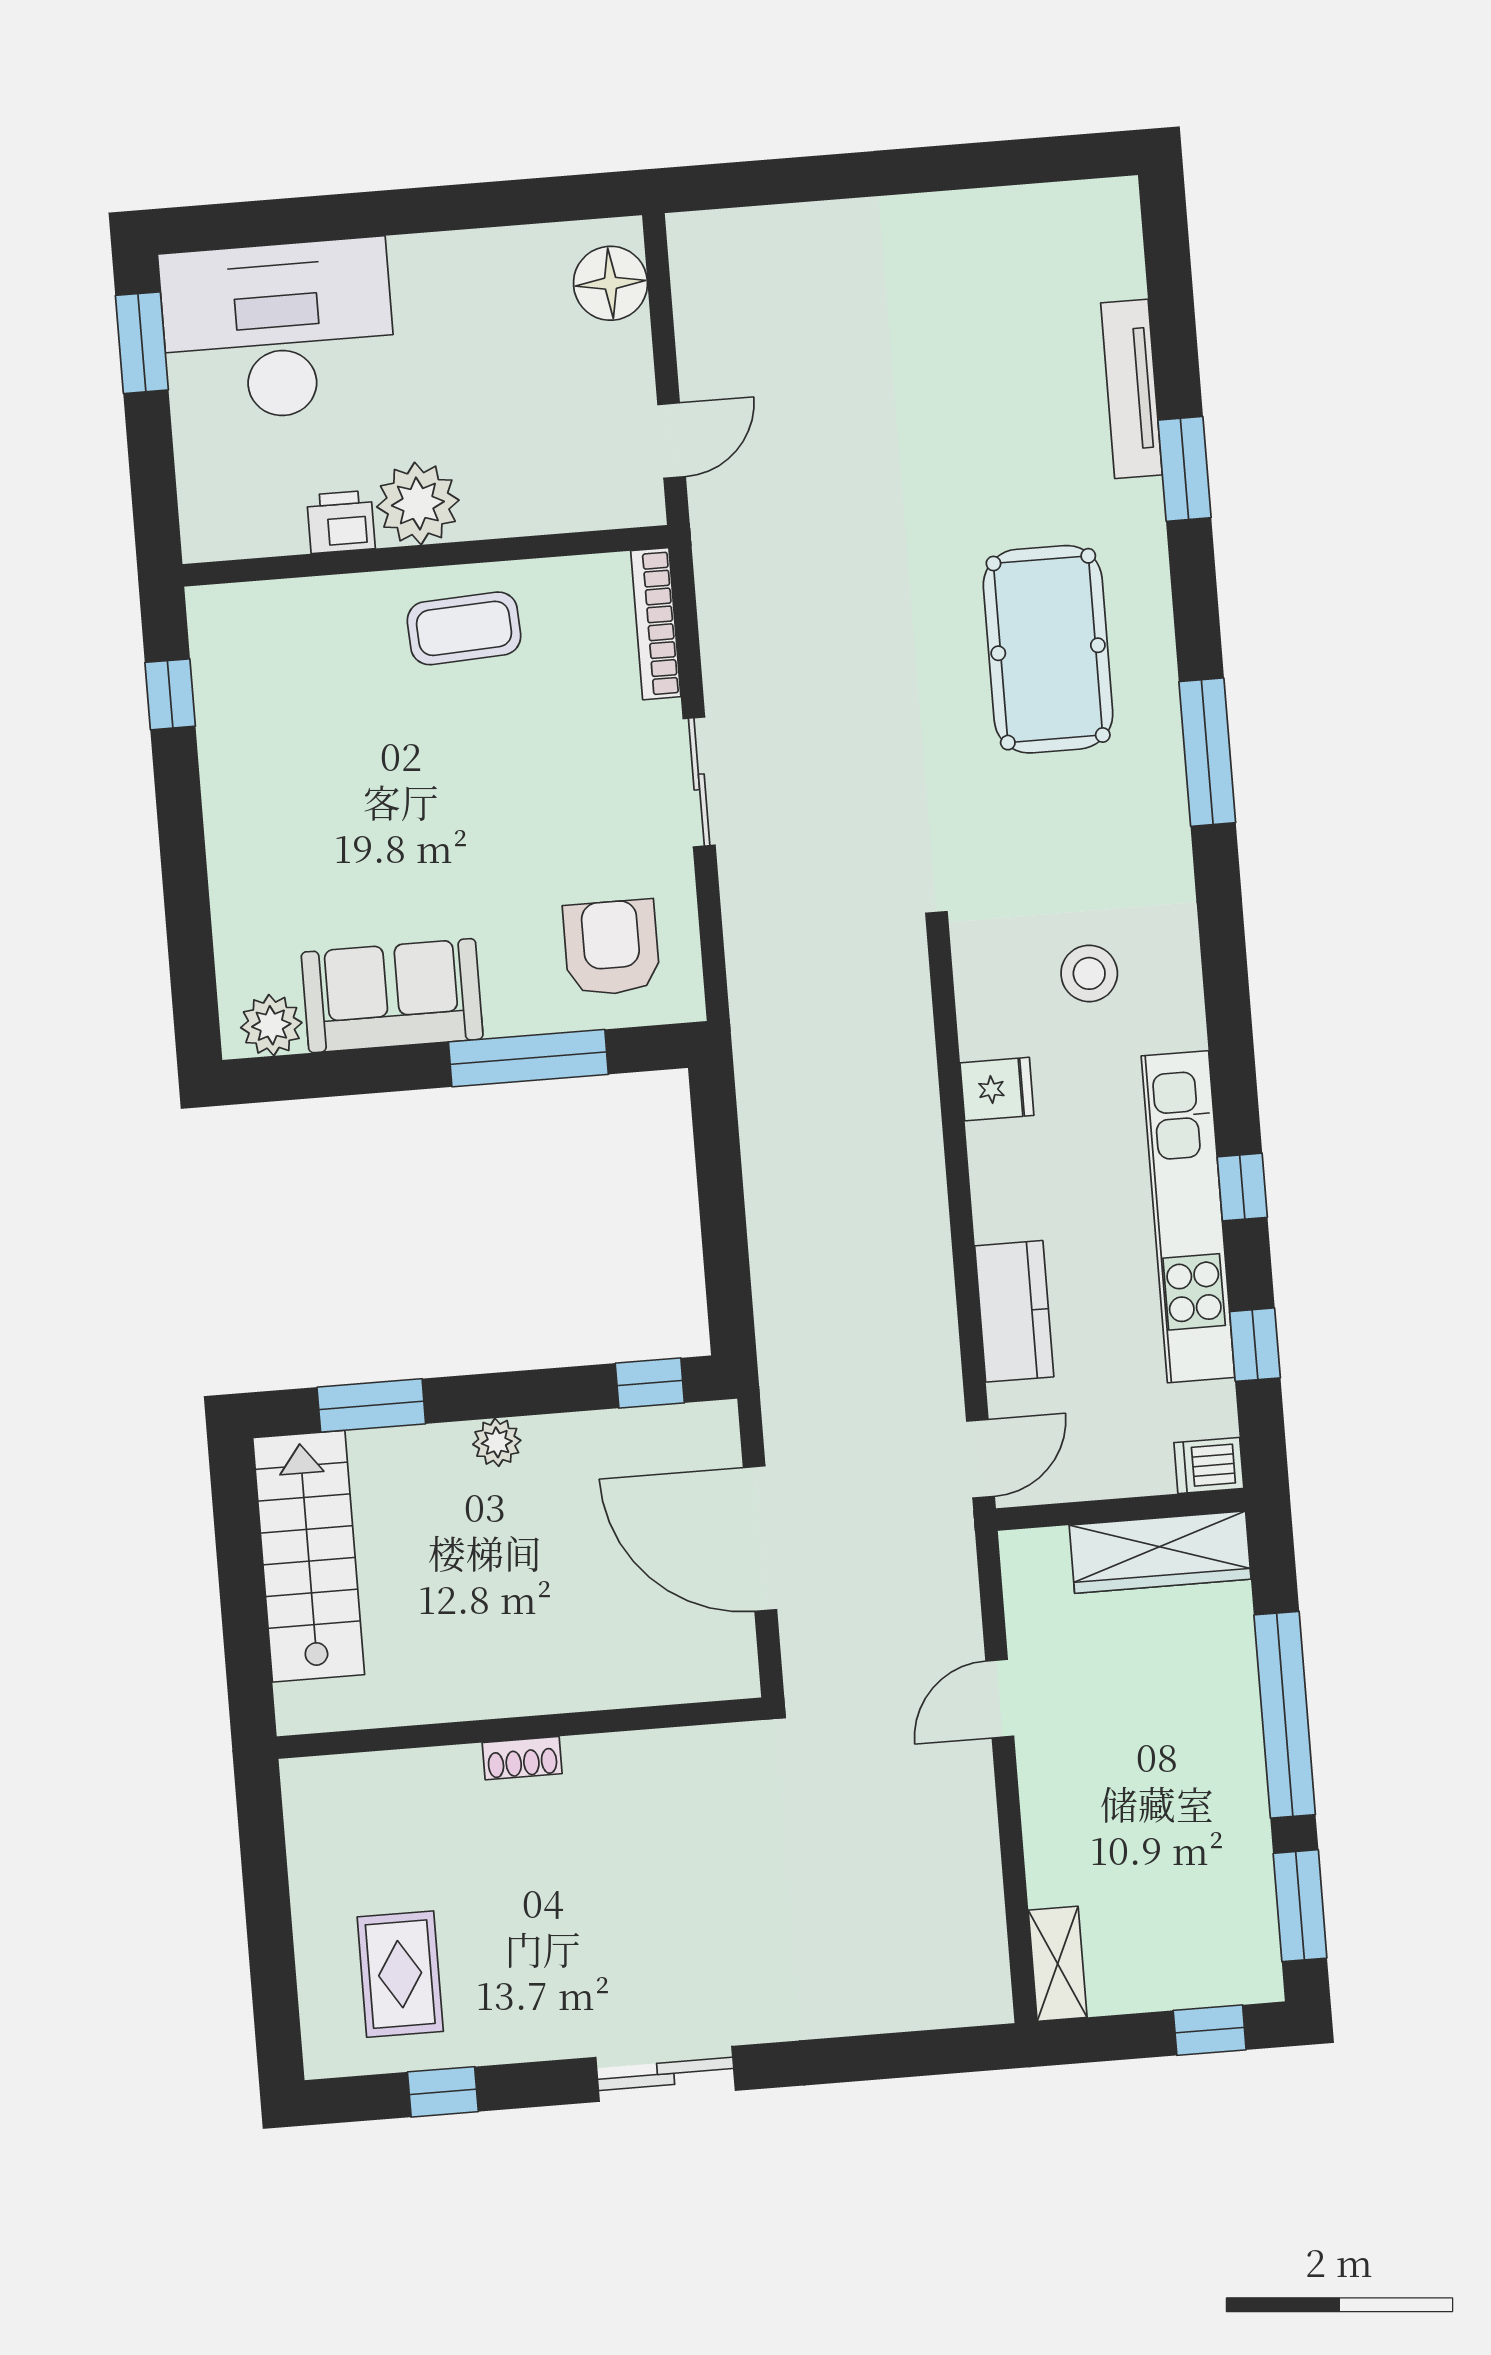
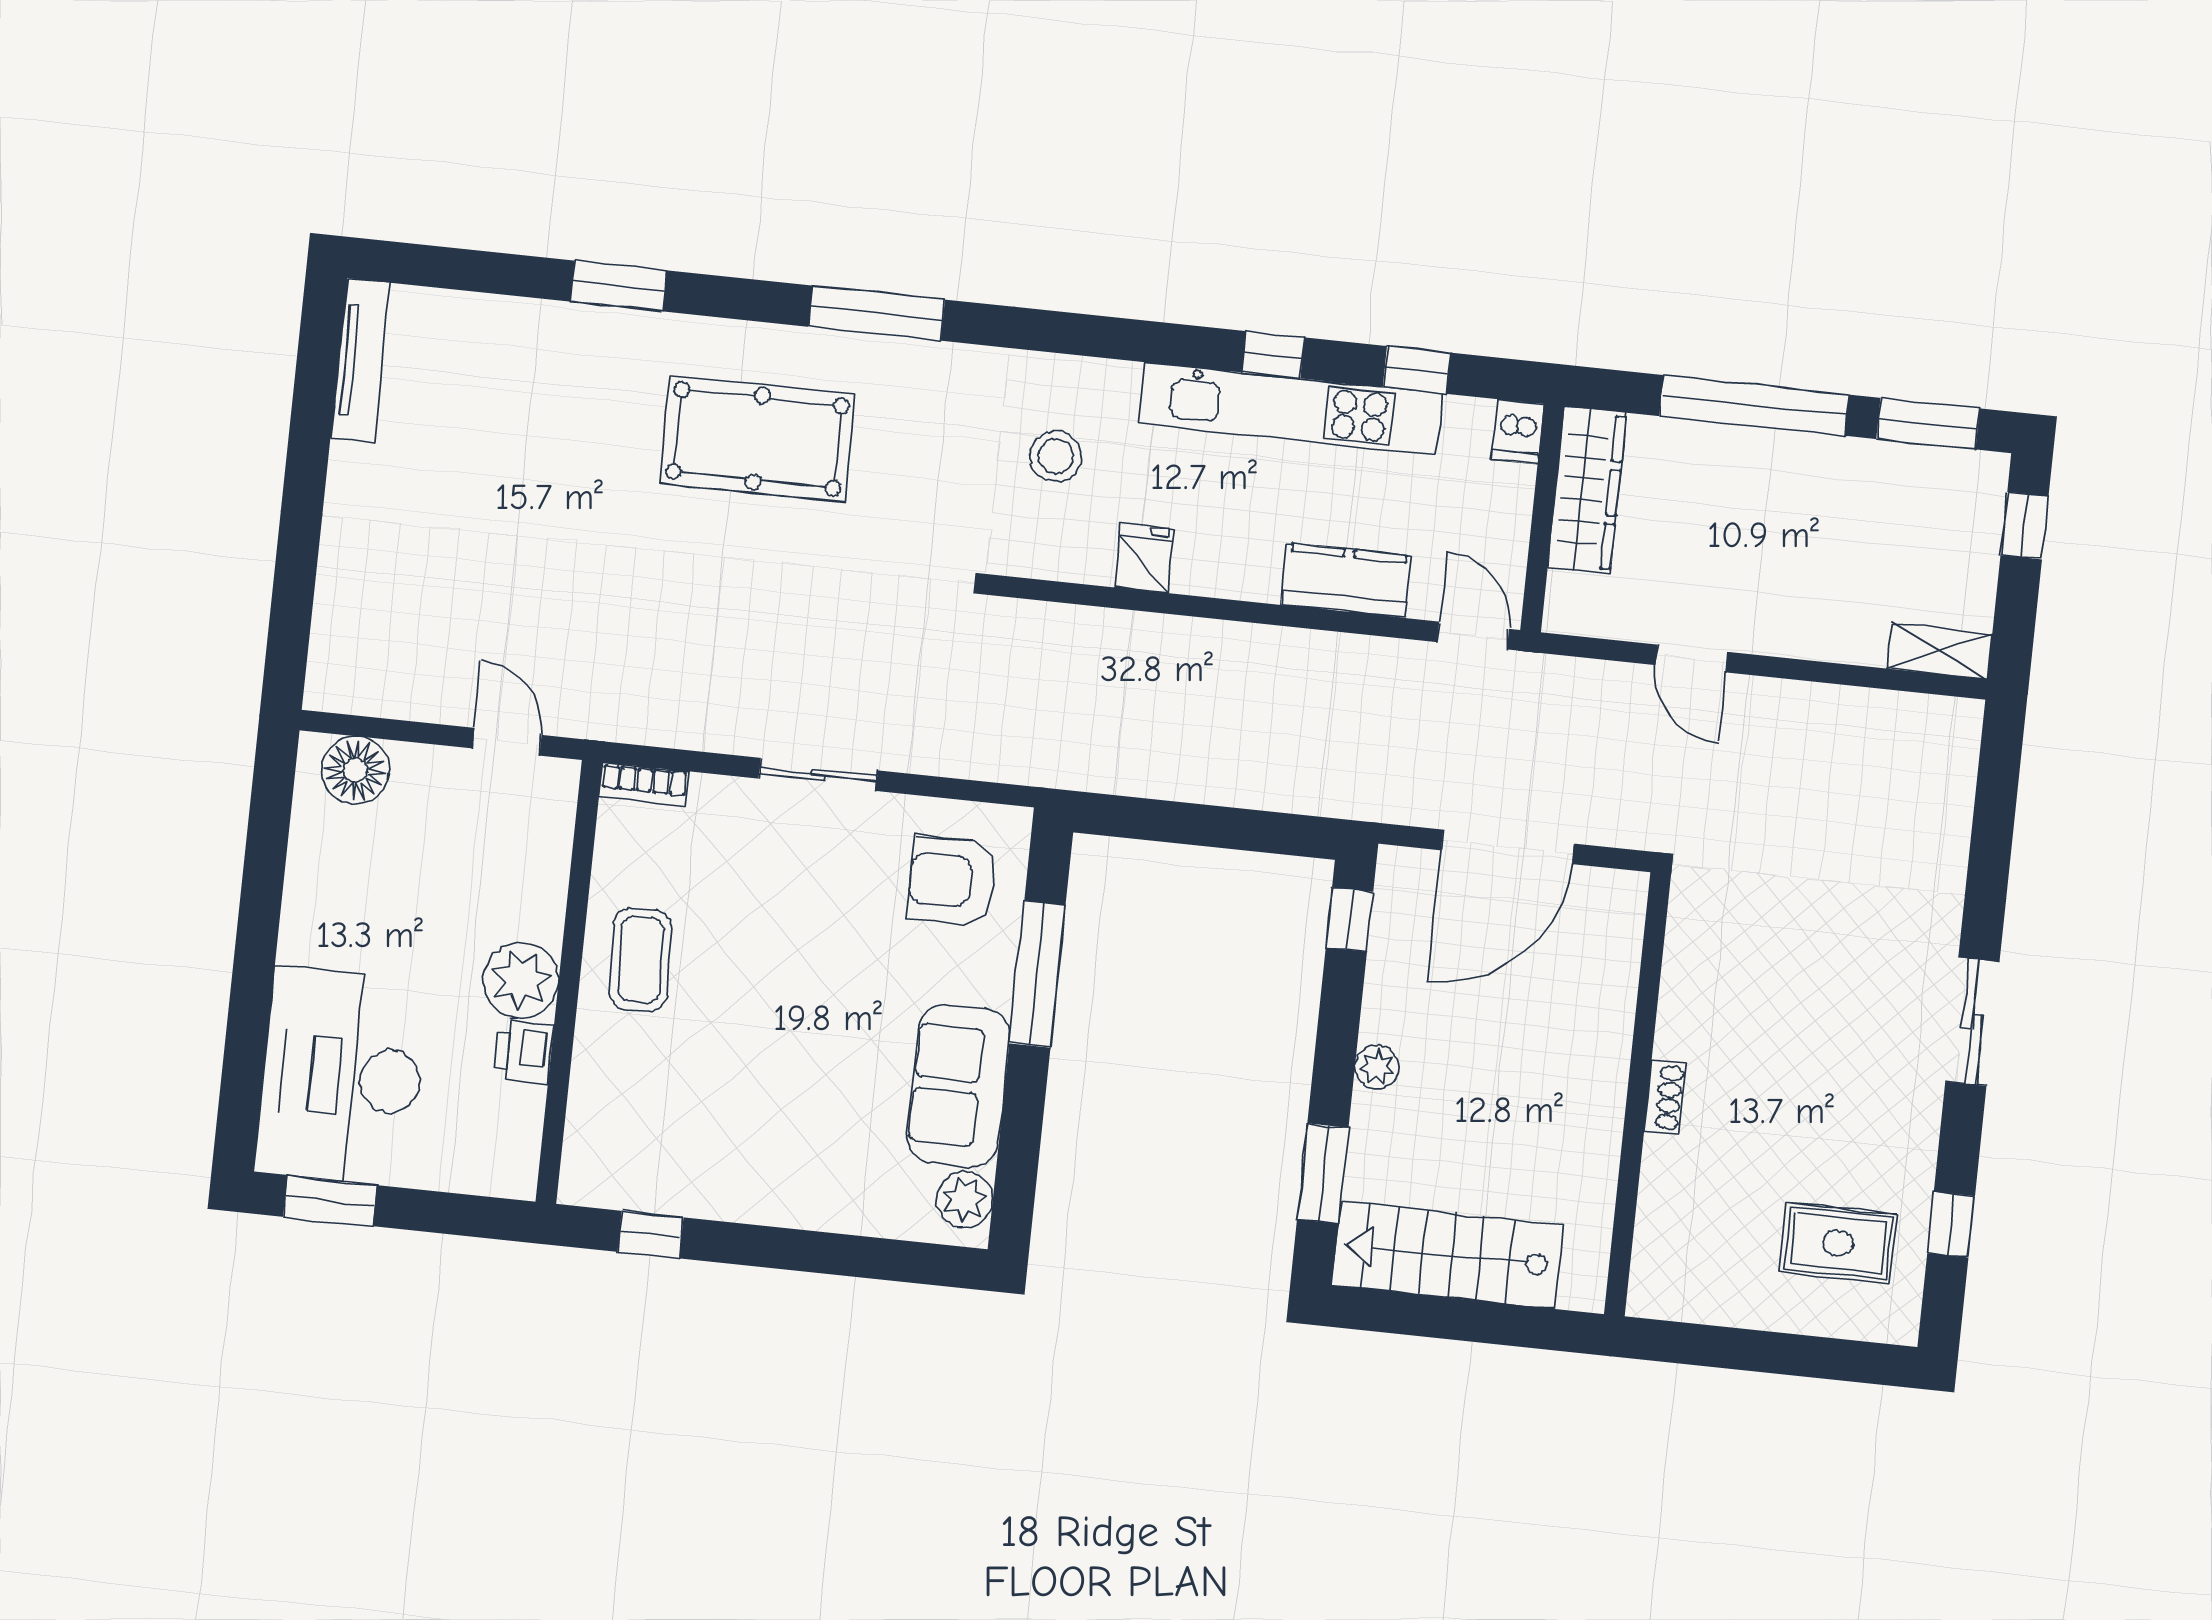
tv unit: (1131, 389) -> (360, 361), moved, turned -90
bookcase: (656, 624) -> (644, 784), width x0.64

